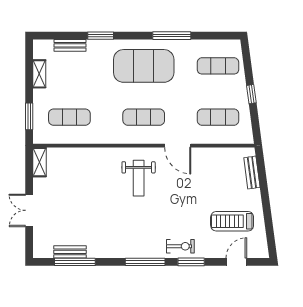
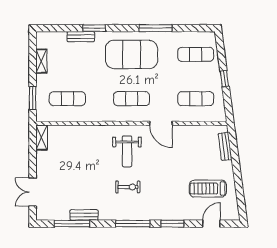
bench: (70, 45) -> (81, 37), moved
double door: (29, 210) -> (33, 192), moved
exercise bike: (180, 246) -> (128, 187), moved
bench: (70, 252) -> (84, 215), moved

